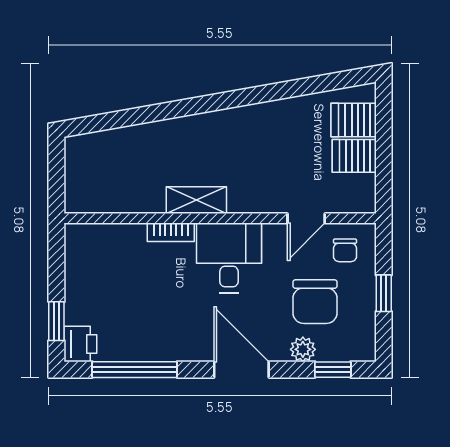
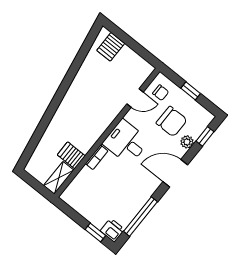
server rack: (354, 156) -> (71, 155), moved, turned 90
shelving: (196, 200) -> (59, 178), moved
door: (306, 218) -> (135, 98), hinge flipped

